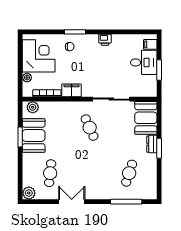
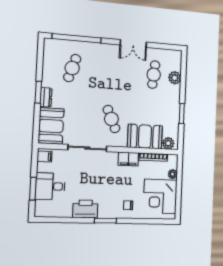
window: (75, 32) -> (106, 221), moved
printer: (105, 40) -> (85, 209), width x1.87, depth x1.48
filing cabinet: (150, 44) -> (44, 157), moved
window: (159, 70) -> (33, 189), moved
booth: (34, 135) -> (145, 137), moved, turned 90
plant: (29, 193) -> (175, 78), moved
window: (126, 202) -> (77, 38), width x1.46

